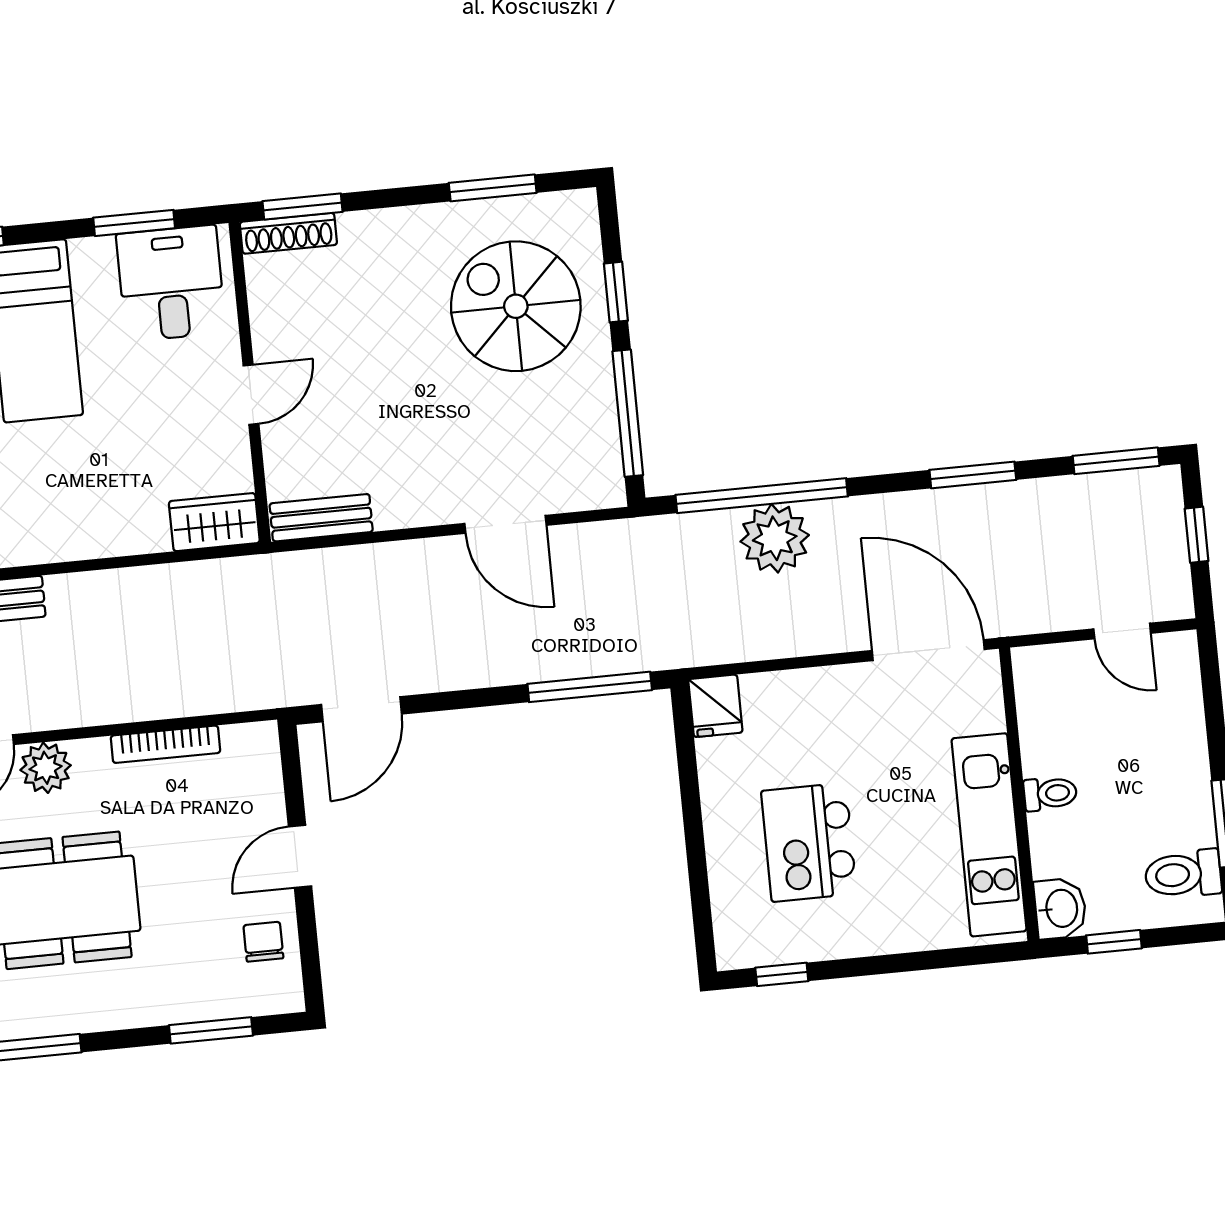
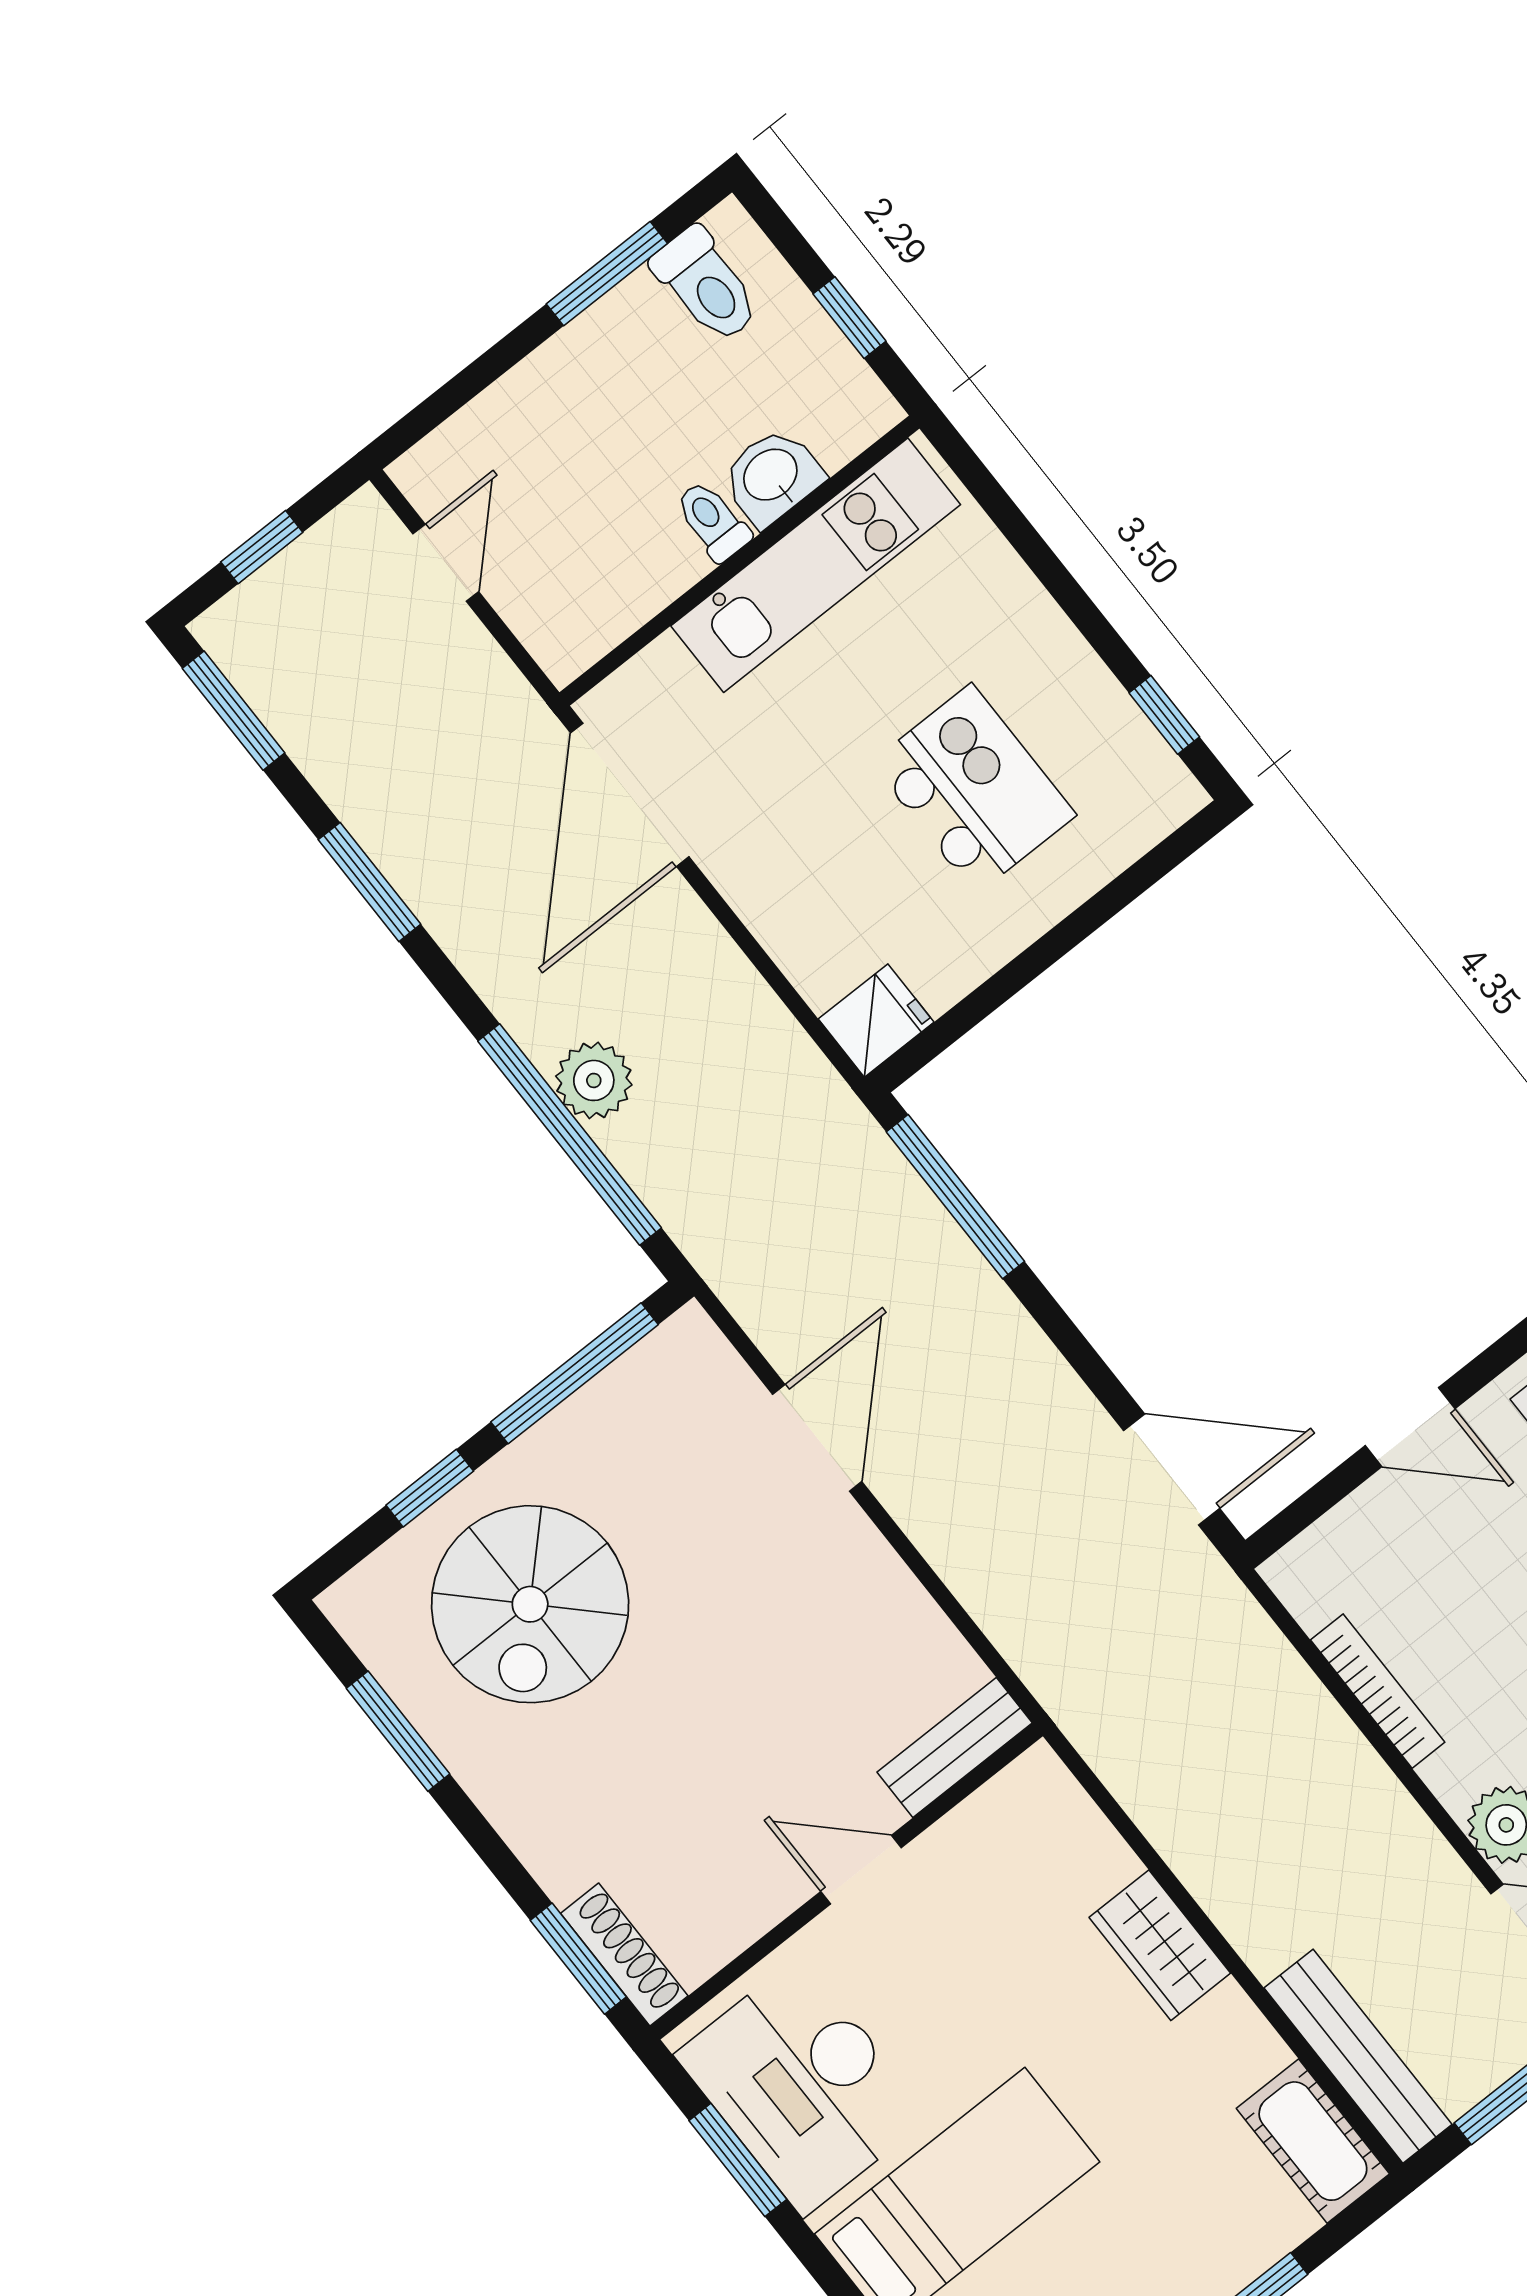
desk: (171, 283) -> (802, 2086), width x1.37
bench: (321, 518) -> (955, 1747), moved, turned 90
wardrobe: (214, 522) -> (1160, 1945), moved
plant: (775, 538) -> (594, 1080), width x0.73, depth x0.73
kitchen island: (809, 842) -> (974, 789), turned -90
washbasin: (1060, 908) -> (772, 476), moved

